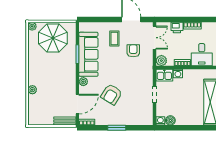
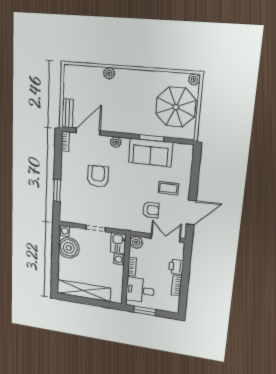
double door: (154, 38) -> (166, 238), swing flipped
sofa: (88, 54) -> (150, 152), width x0.73
armchair: (112, 94) -> (98, 176), turned 58
door: (77, 104) -> (88, 132), swing flipped
boiler: (170, 120) -> (69, 248), width x1.86, depth x1.86
window: (117, 128) -> (57, 190), moved

